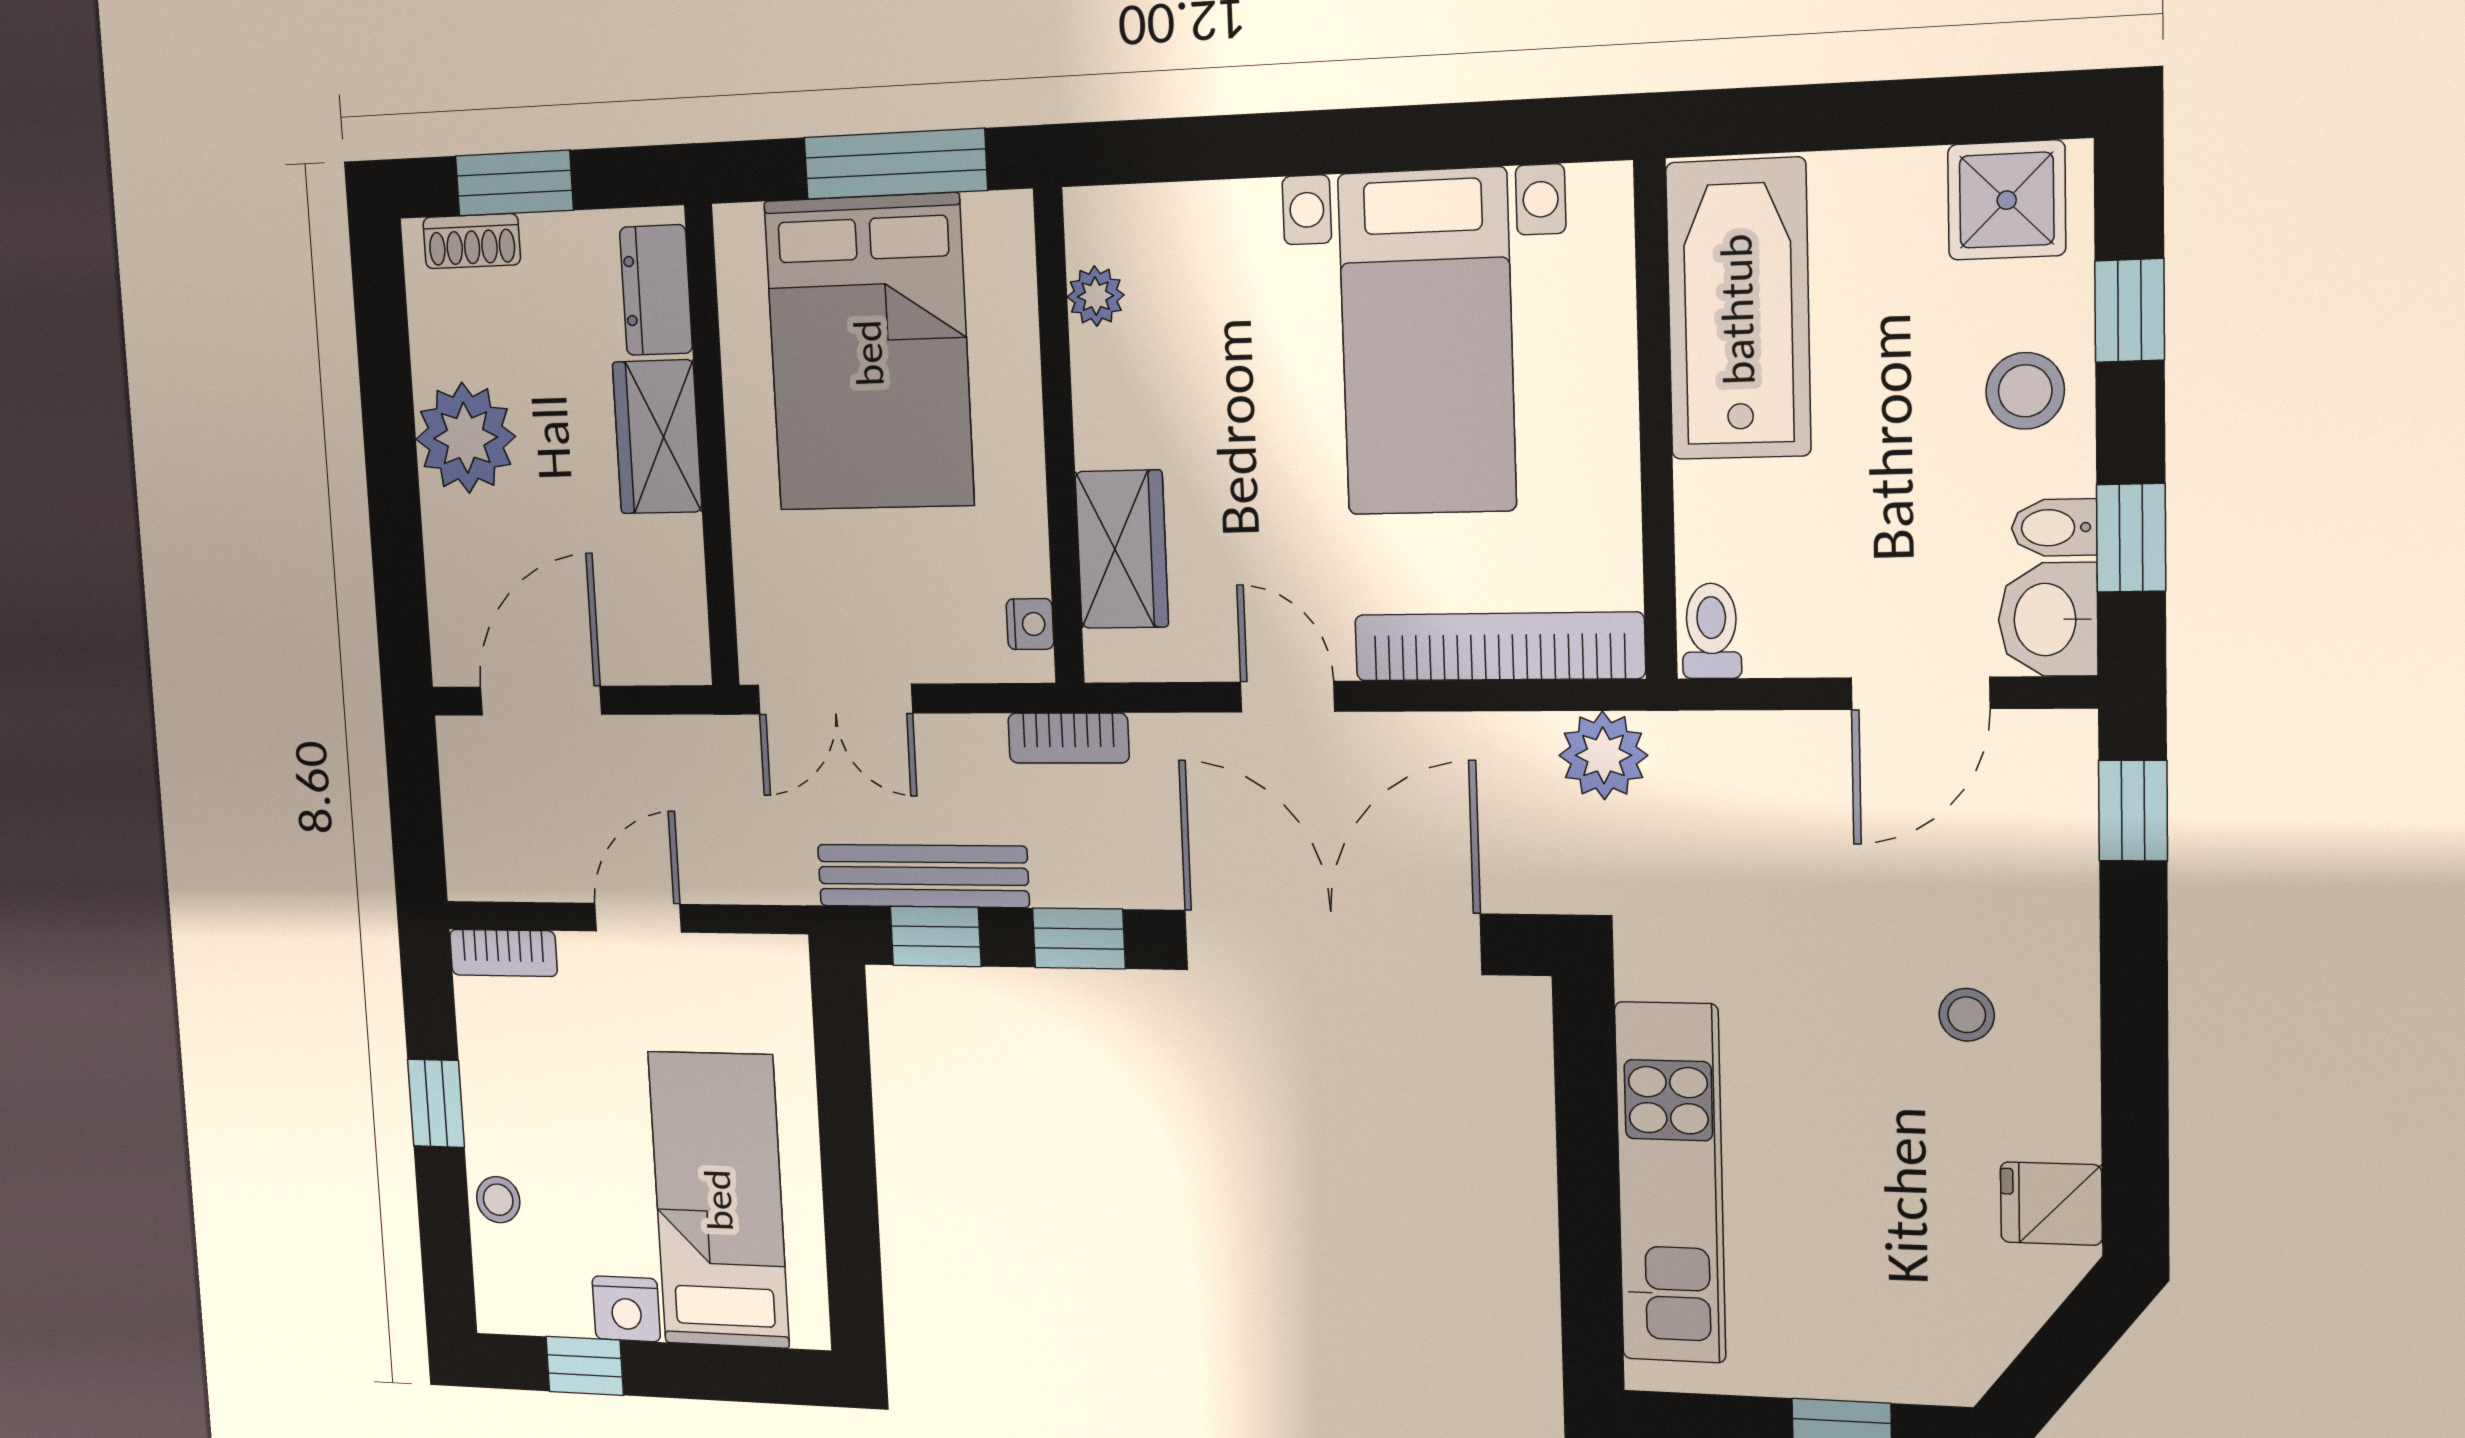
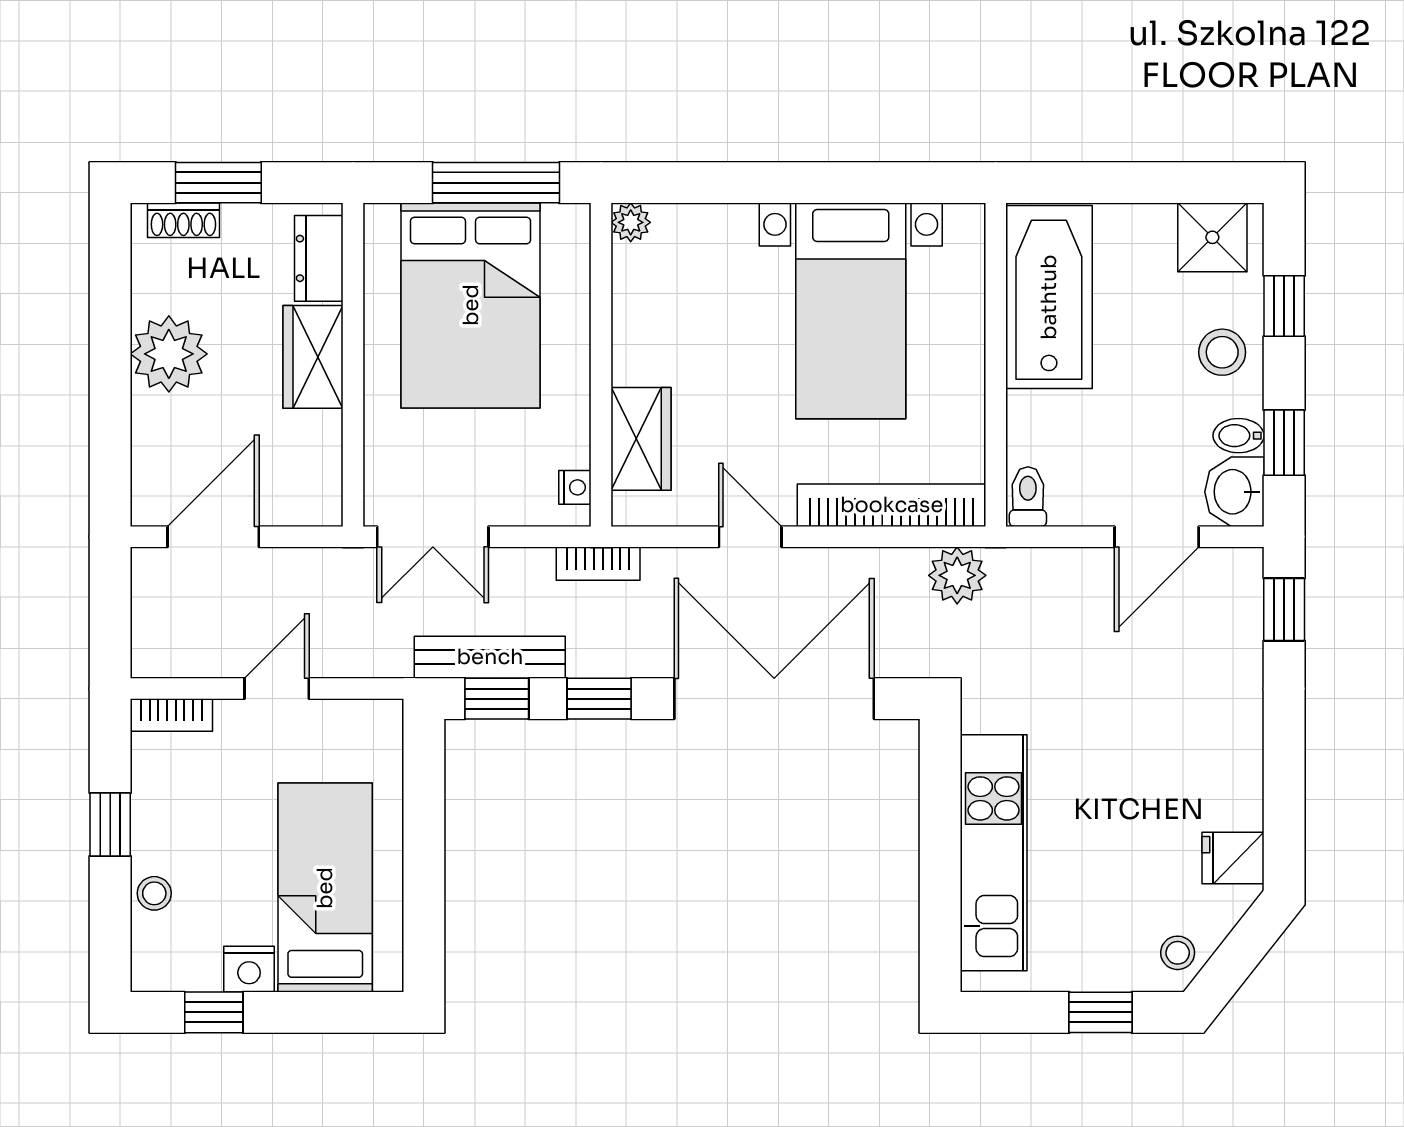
plant: (1096, 296) -> (631, 222), moved
stool: (1967, 1015) -> (1178, 953), moved

